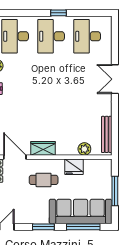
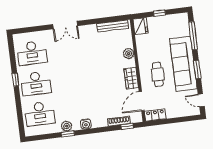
plant: (84, 149) -> (129, 54), moved
fridge: (74, 167) -> (140, 26), moved
window: (115, 191) -> (159, 13), width x0.46
sofa: (81, 211) -> (183, 64), moved

